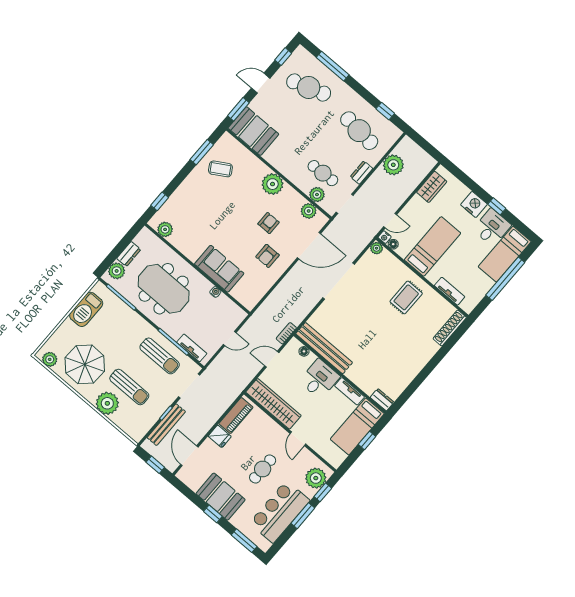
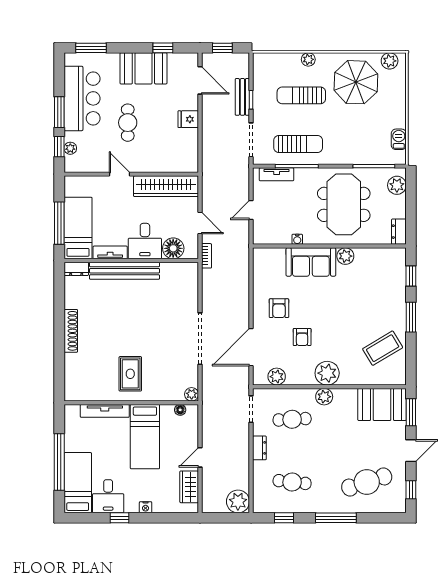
window: (333, 66) -> (336, 518), moved
cafe table: (359, 131) -> (292, 482), width x0.73, depth x0.74
window: (202, 152) -> (411, 317), moved
plant: (393, 165) -> (238, 501), moved
coffee table: (220, 169) -> (383, 348), width x1.36, depth x1.30
plant: (317, 195) -> (324, 397), moved
nightstand: (474, 204) -> (146, 507), width x0.53, depth x0.56
door: (390, 221) -> (200, 457), moved
plant: (165, 229) -> (345, 256), moved
nightstand: (385, 237) -> (193, 410), removed
dresser: (129, 254) -> (399, 232), moved
armchair: (268, 256) -> (279, 308), turned 180
meeting table: (164, 289) -> (344, 204), turned 90
tv unit: (450, 291) -> (105, 411), width x1.41
barbecue: (86, 309) -> (399, 139), width x0.53, depth x0.65
shoe rack: (450, 328) -> (71, 331), moved
bench: (324, 348) -> (125, 271), moved
floor lamp: (304, 351) -> (173, 248), width x1.89, depth x1.89
sun lounger: (160, 356) -> (298, 144), turned 180
door: (272, 359) -> (200, 223), hinge flipped
plant: (107, 403) -> (308, 59), width x0.53, depth x0.53
piano: (236, 416) -> (190, 149), removed
bench: (166, 425) -> (242, 97), width x0.73
window: (367, 440) -> (59, 223), width x2.17
plant: (316, 478) -> (70, 148), width x0.53, depth x0.53
window: (213, 514) -> (163, 48), moved

